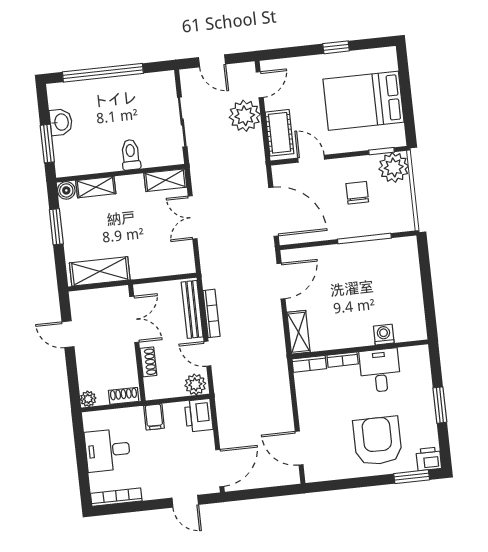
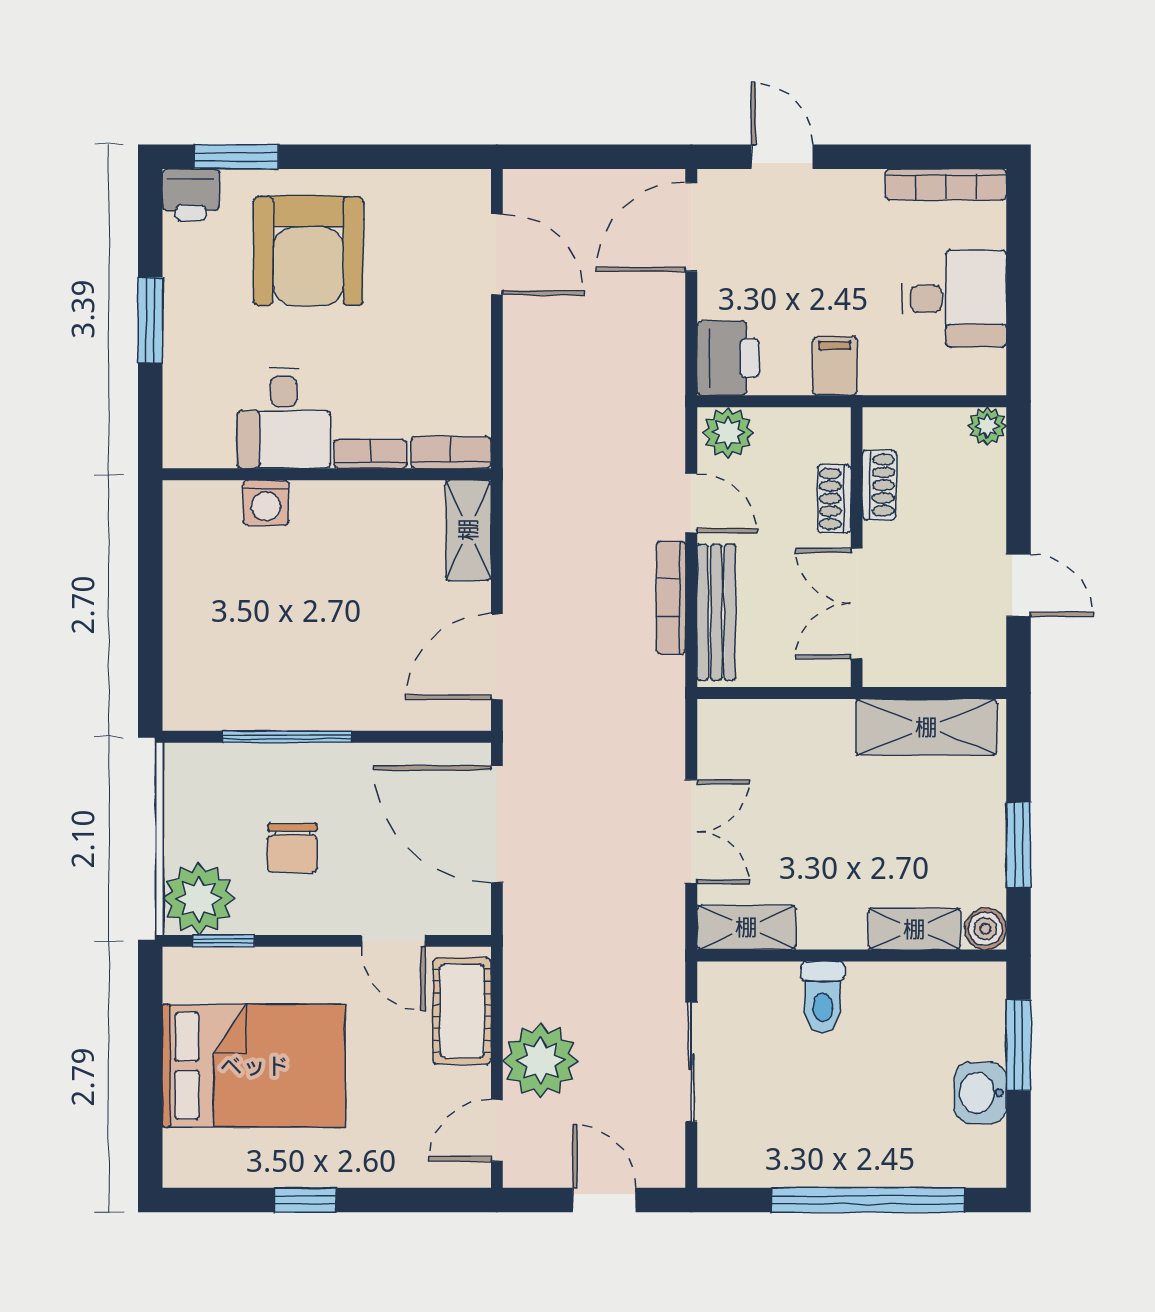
shoe rack: (124, 396) -> (879, 485), moved, turned -90

